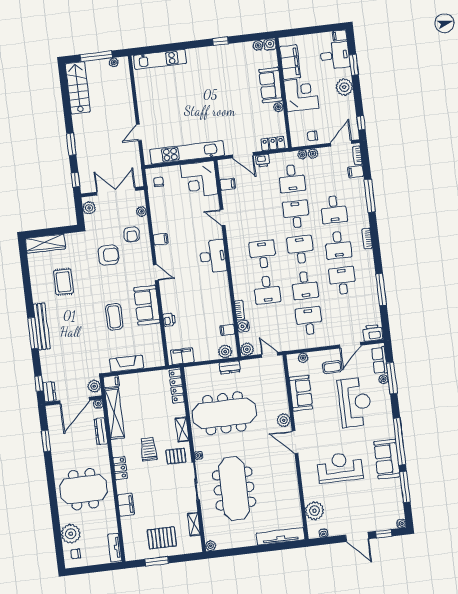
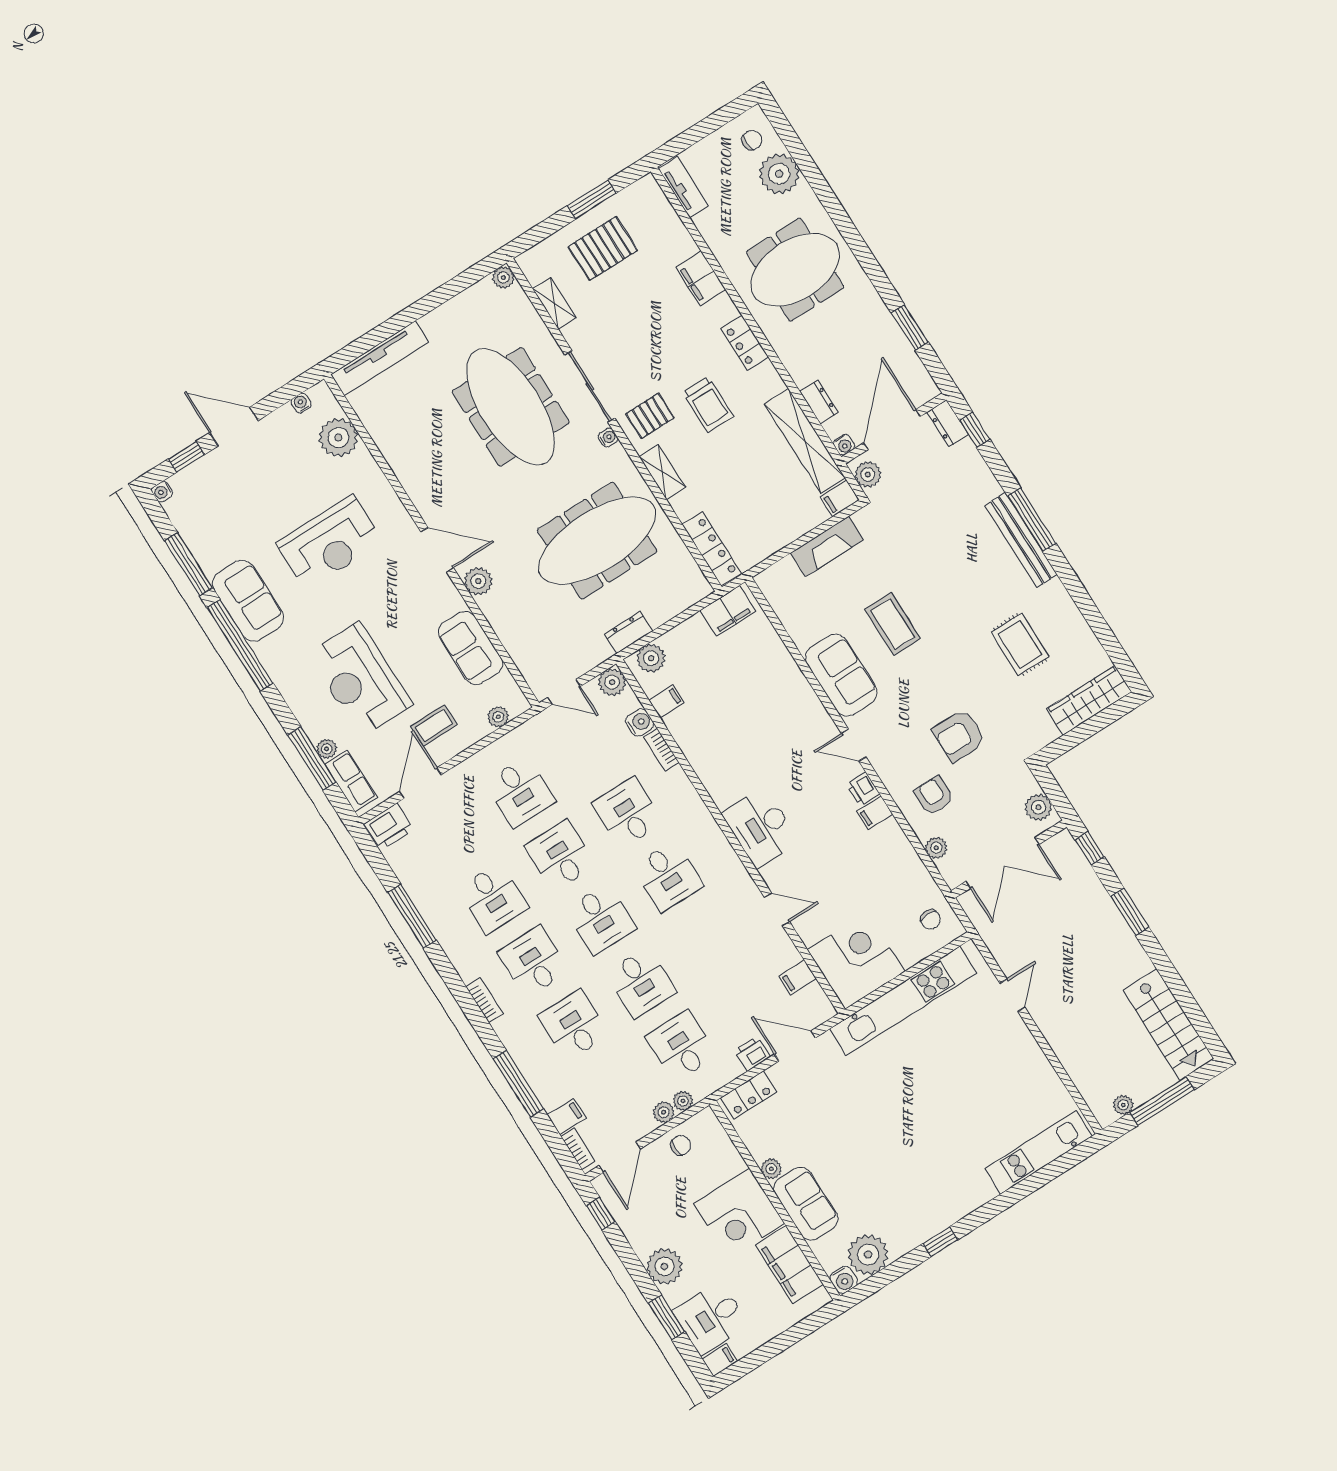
plant: (258, 45) -> (868, 1255), width x1.87, depth x1.87
printer: (169, 320) -> (863, 789), moved
dresser: (101, 431) -> (819, 402), width x0.70

